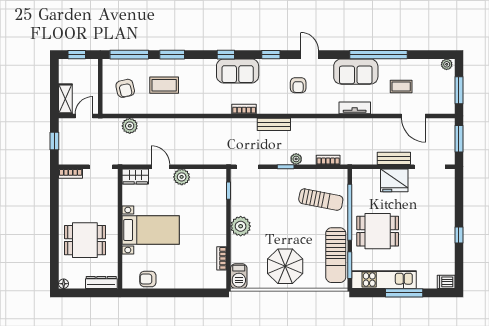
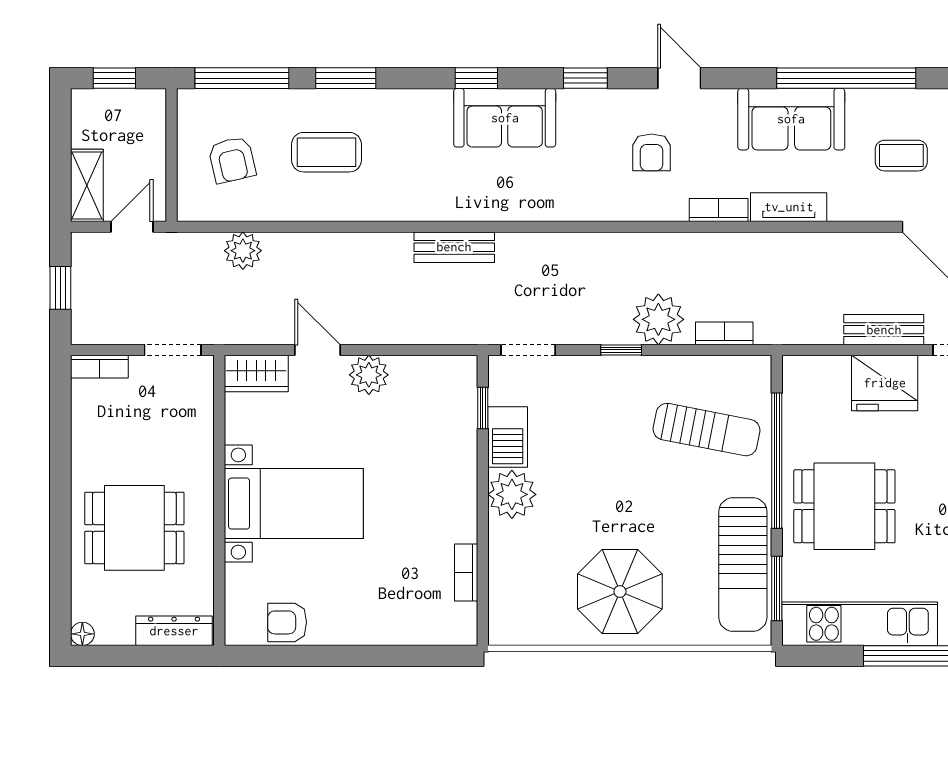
bookcase: (244, 109) -> (719, 210), moved
bench: (274, 124) -> (454, 247), moved
plant: (296, 159) -> (658, 319), width x1.88, depth x1.88
barbecue: (239, 276) -> (508, 437), moved

